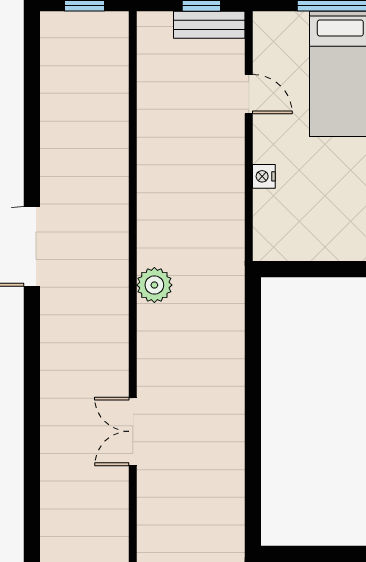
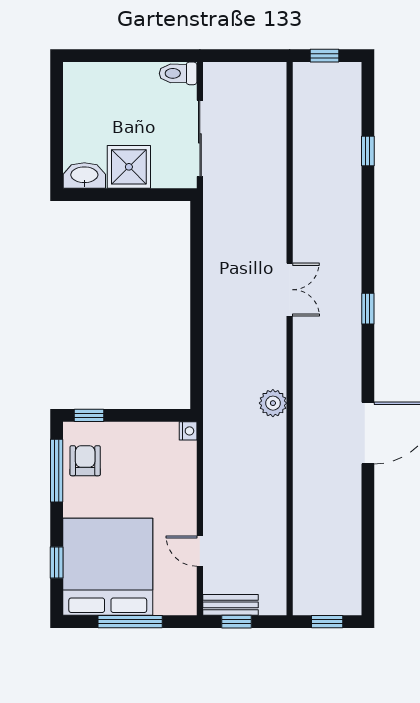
nightstand: (264, 176) -> (188, 431), moved
window: (32, 407) -> (368, 309), added

